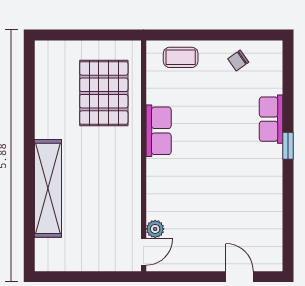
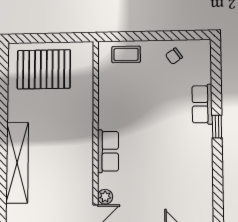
pallet: (104, 93) -> (44, 69), moved, turned 90
row of seats: (159, 131) -> (108, 151), moved

